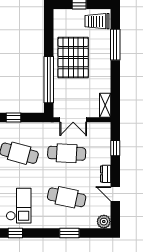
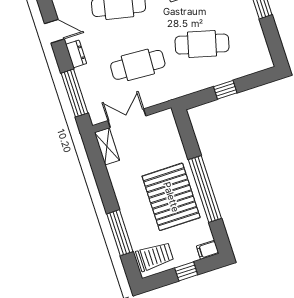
filing cabinet: (60, 14) -> (208, 250), added
window: (49, 80) -> (205, 189), moved
double door: (73, 120) -> (127, 118), moved
window: (115, 148) -> (74, 93), width x2.17

